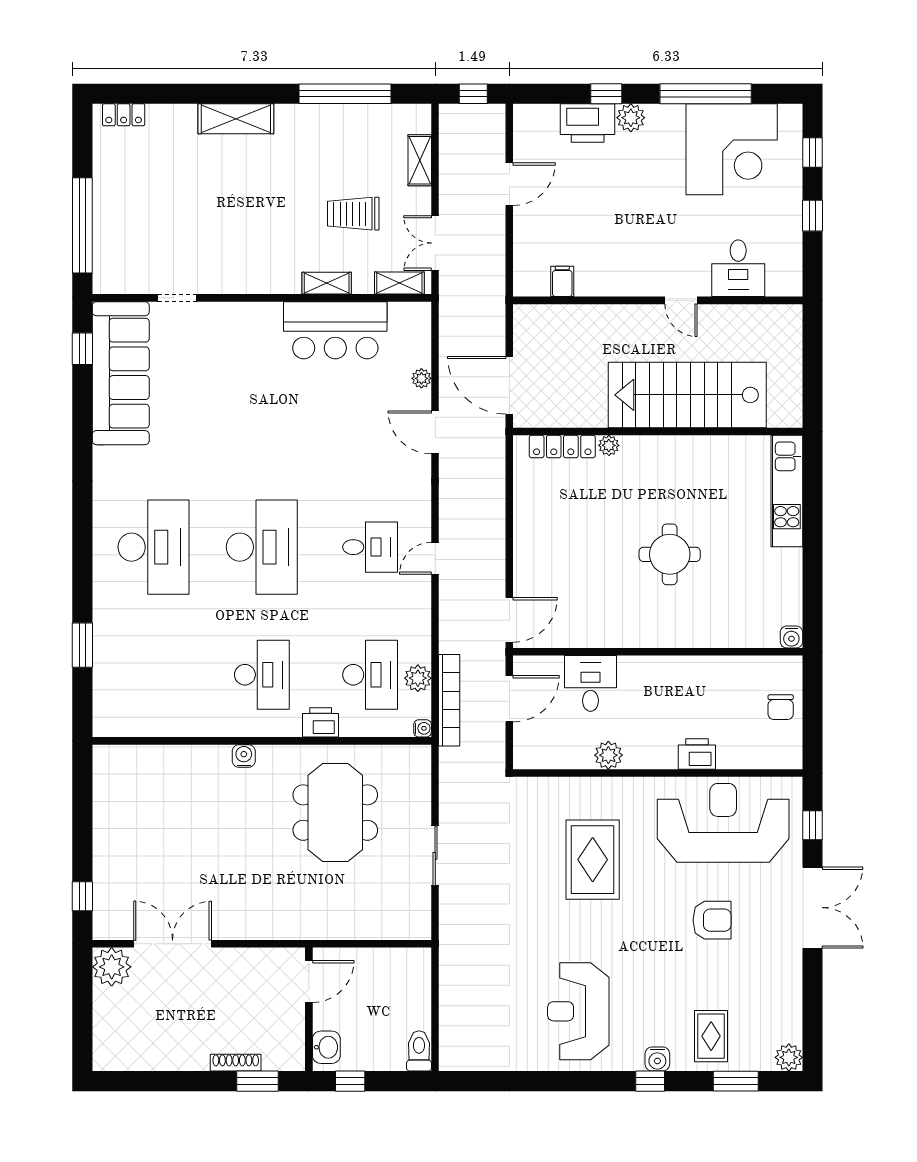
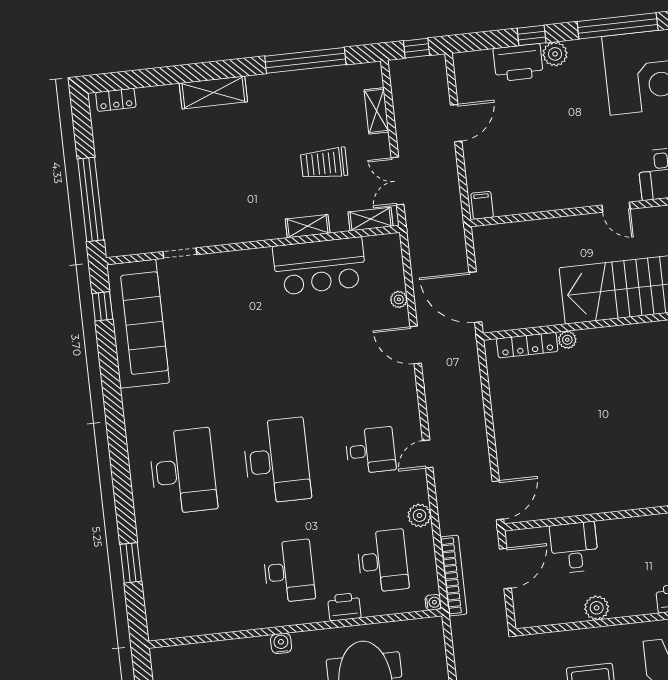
filing cabinet: (562, 281) -> (482, 205), moved
round table: (670, 554) -> (630, 428), removed
plant: (418, 678) -> (419, 515), moved

